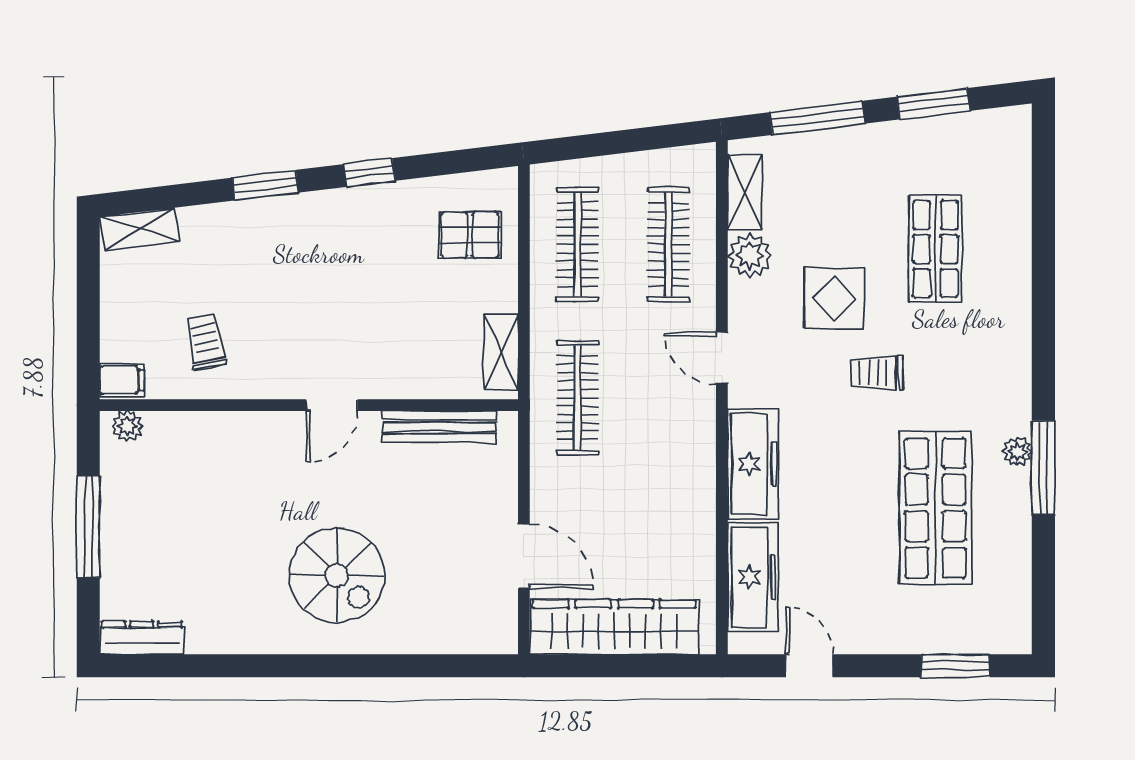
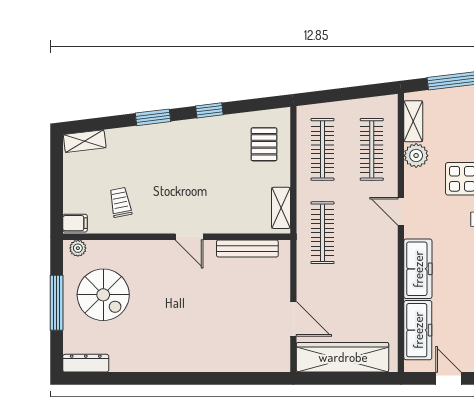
pallet: (470, 235) -> (264, 144), turned 90
door: (332, 405) -> (189, 237), hinge flipped
spiral stairs: (337, 575) -> (103, 295), moved

